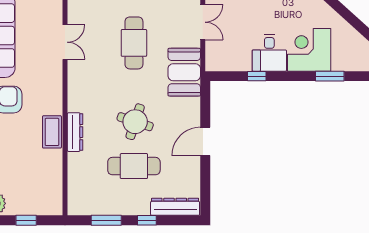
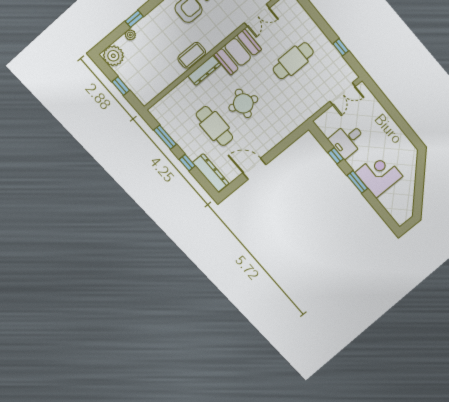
desk: (269, 53) -> (348, 140), moved
booth: (184, 72) -> (238, 52), moved
window: (330, 76) -> (357, 182), moved
door: (205, 141) -> (254, 169), moved

